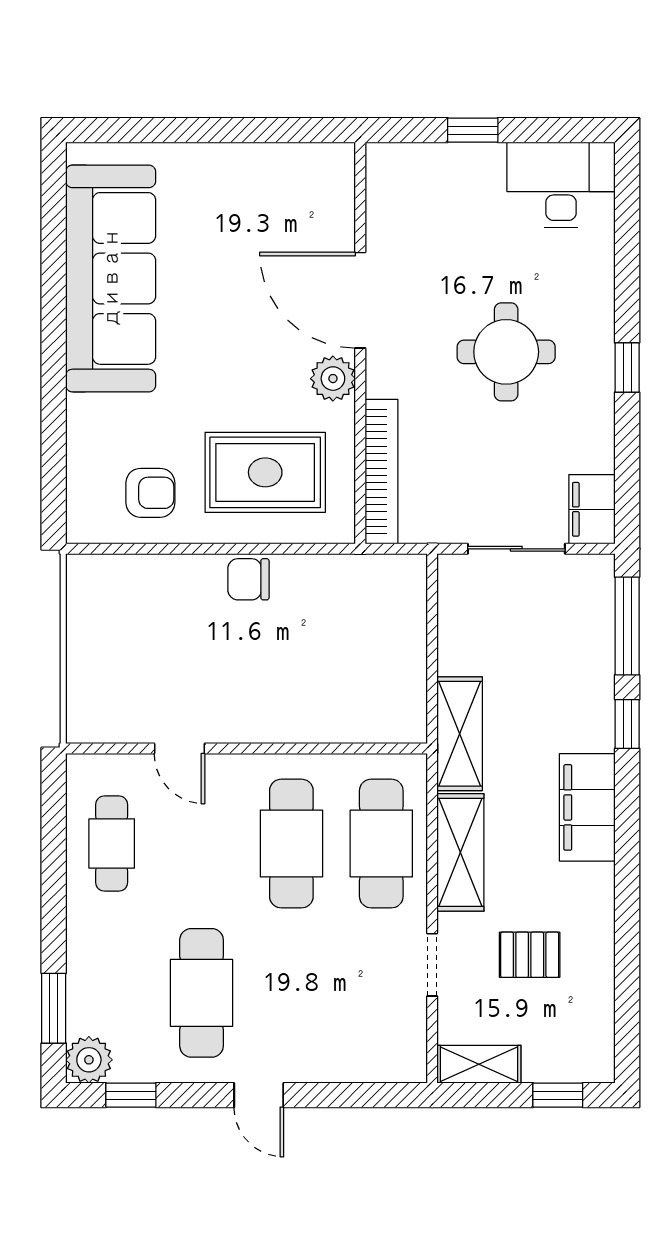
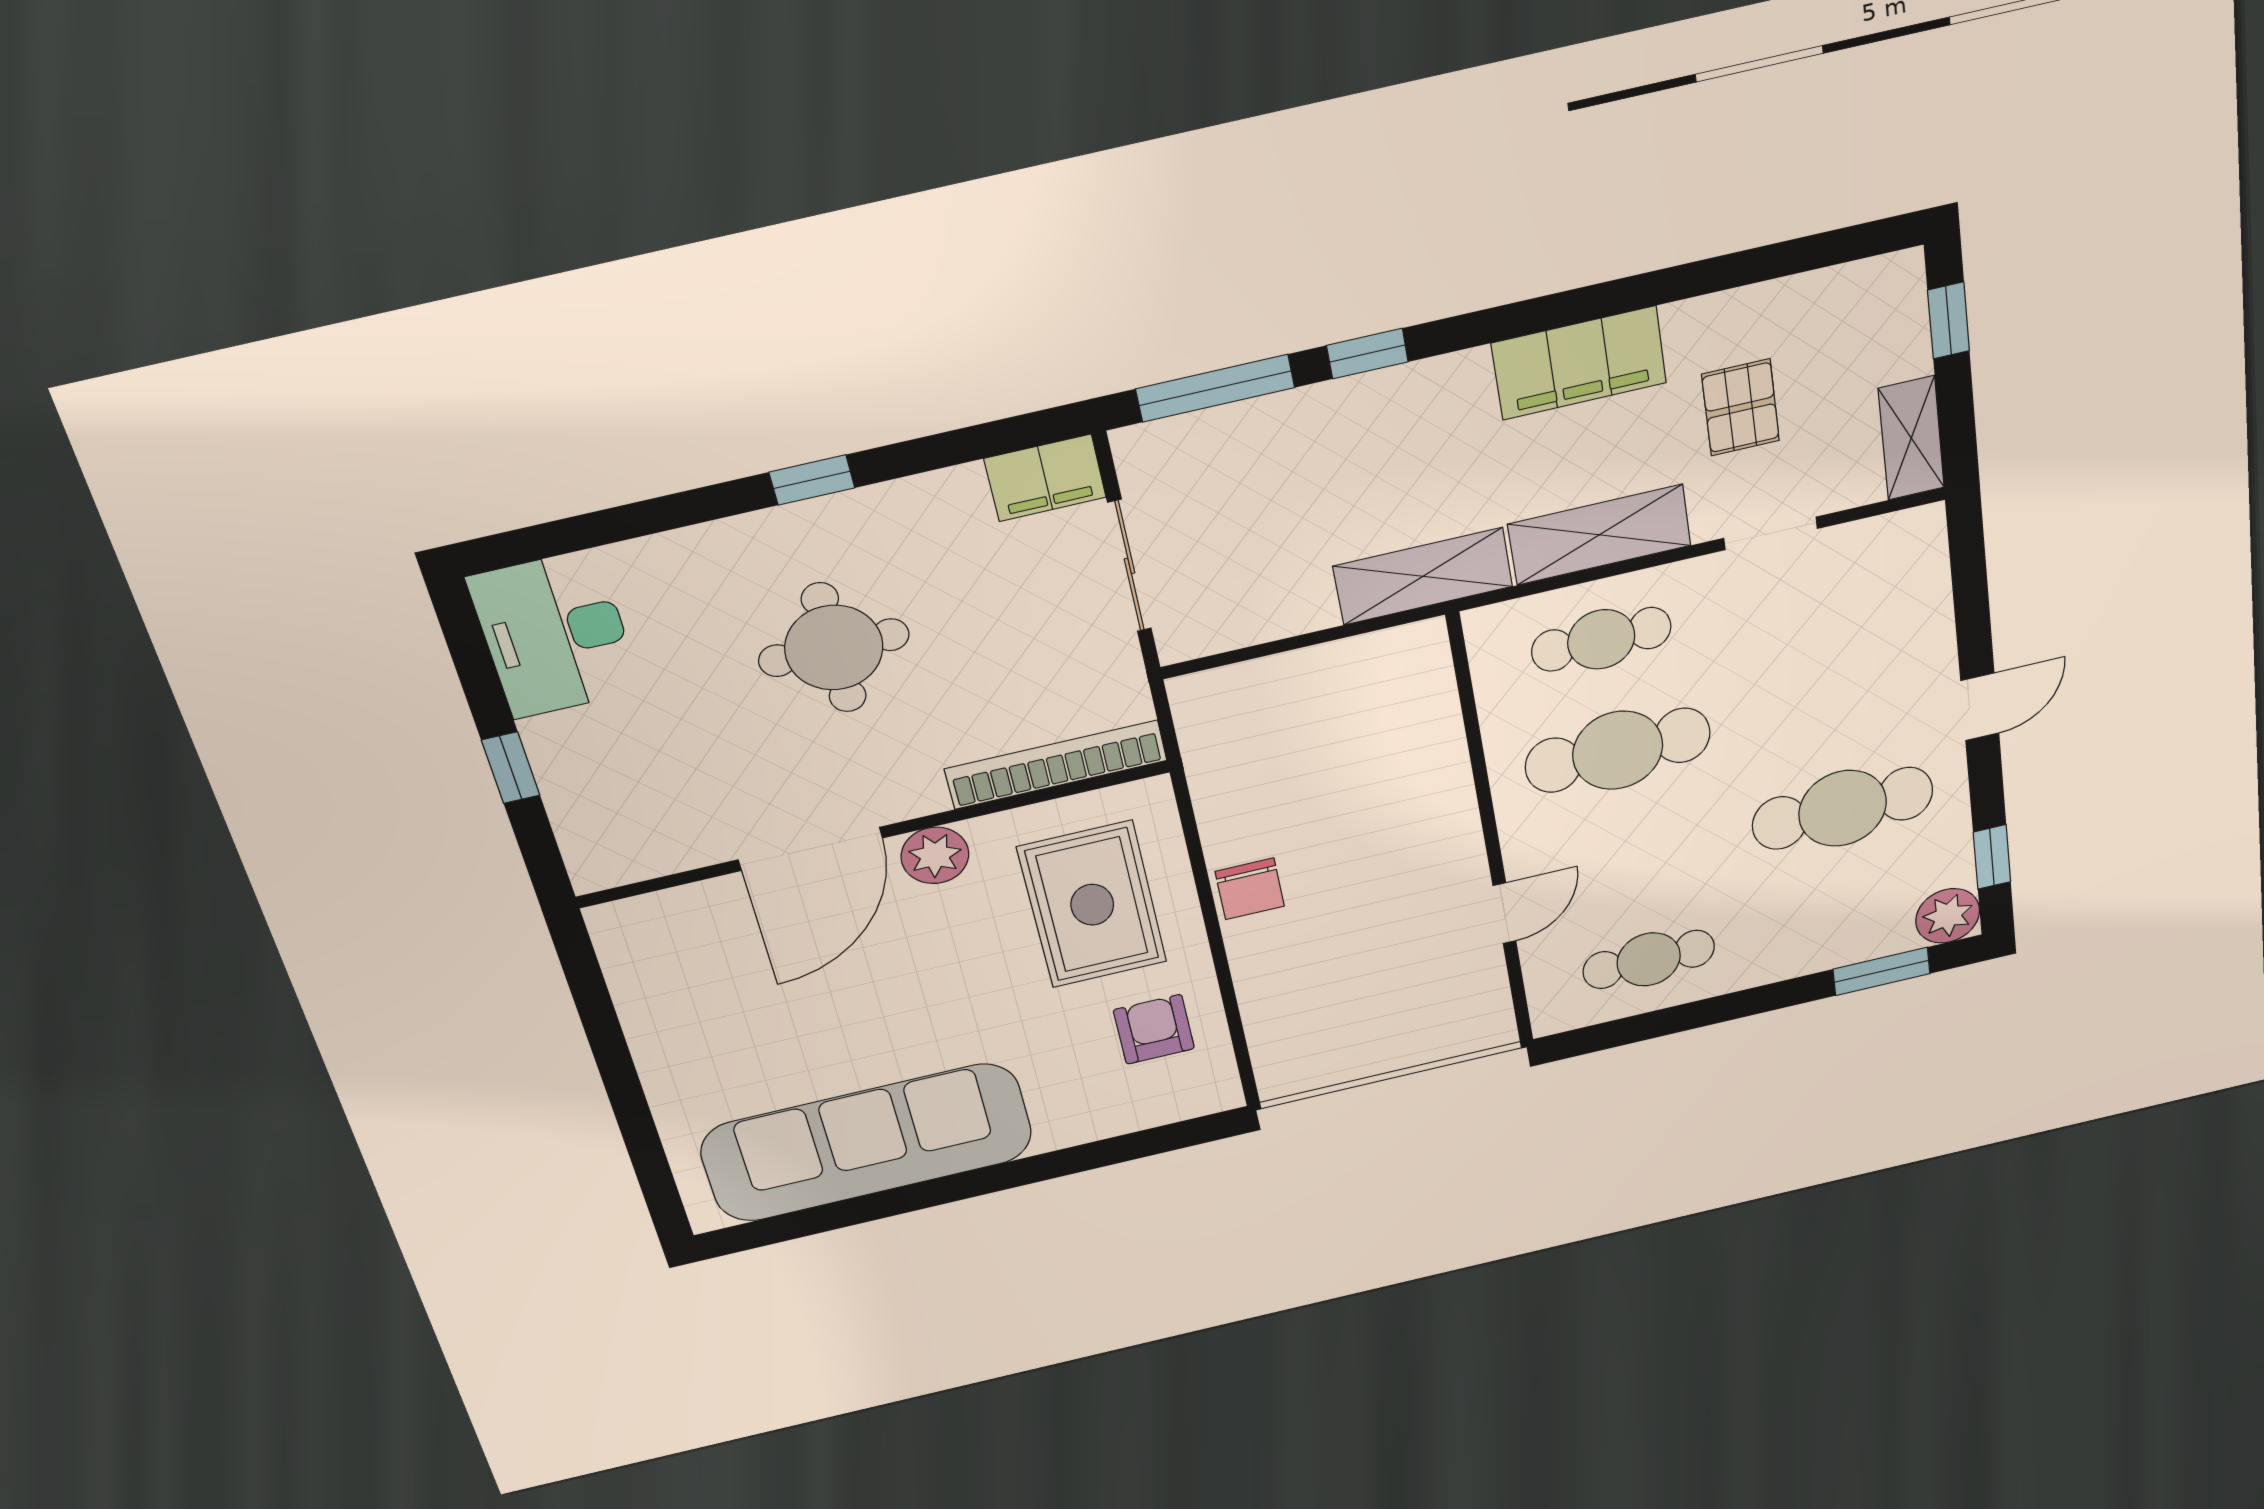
filing cabinet: (587, 807) -> (1579, 363), moved
cafe table: (381, 844) -> (1601, 639), width x0.73, depth x0.74

